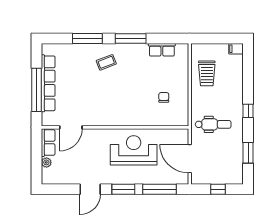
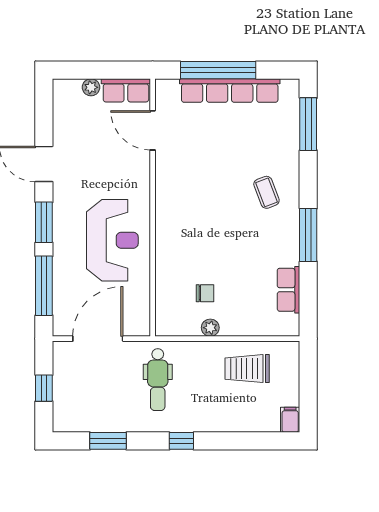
window: (87, 39) -> (308, 124), moved
plant: (184, 94) -> (210, 328), added

